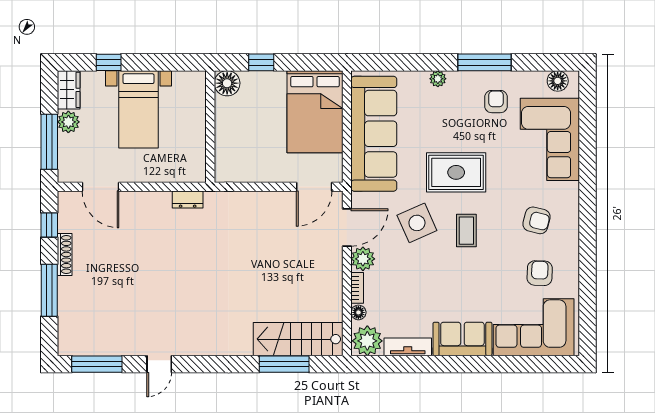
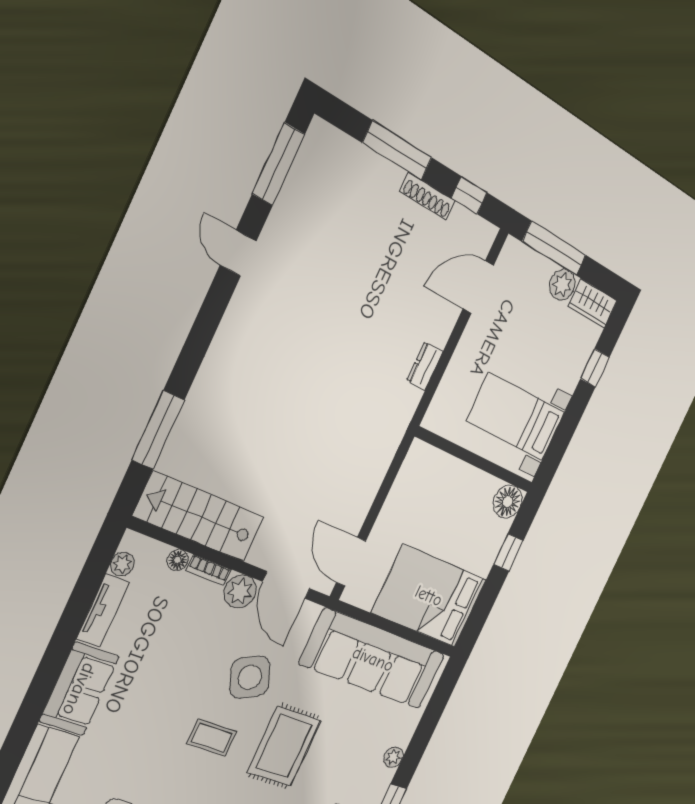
bed with nightstands: (139, 109) -> (516, 417), moved
dresser: (188, 199) -> (425, 366), moved
stairs: (298, 339) -> (199, 517), moved, turned -90
plant: (367, 341) -> (122, 564), width x0.53, depth x0.53

